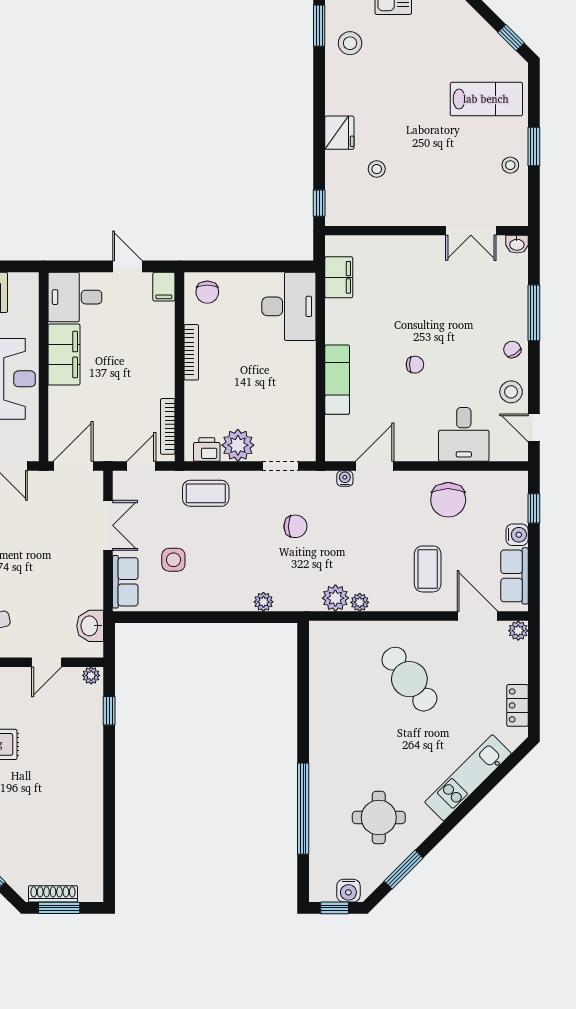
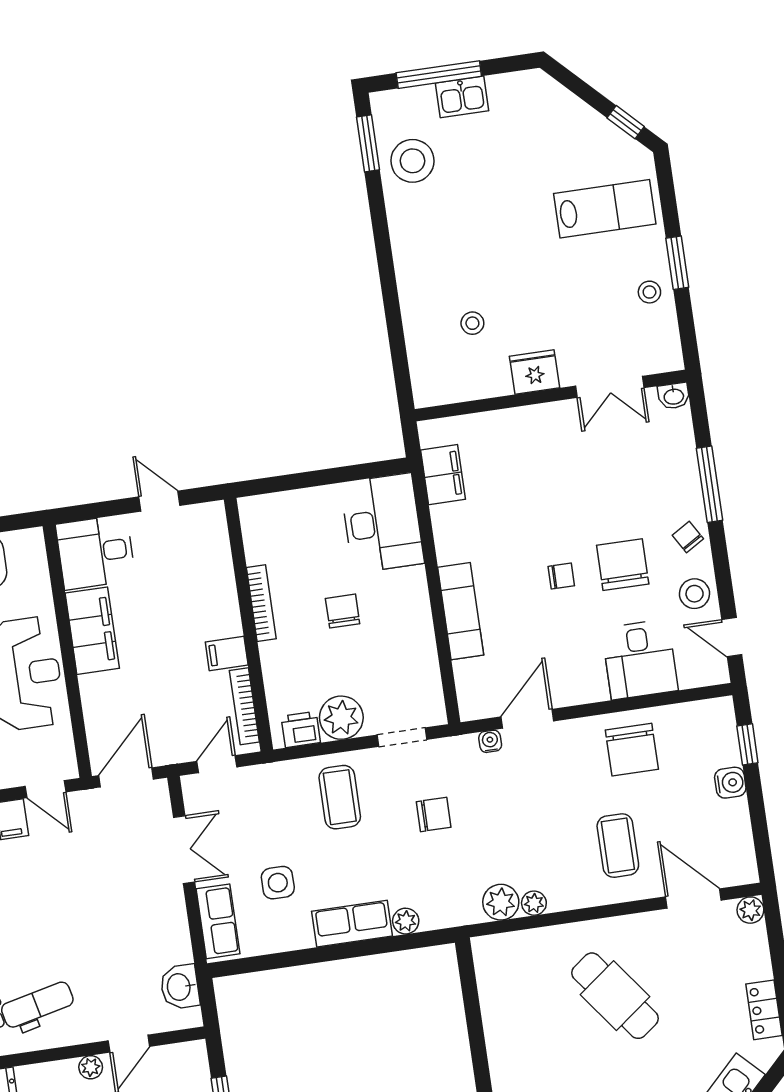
stool: (350, 43) -> (412, 161), width x1.38, depth x1.38
fridge: (339, 133) -> (534, 372), moved, turned -90
window: (319, 203) -> (403, 380), removed
filing cabinet: (164, 287) -> (227, 654), moved, turned 90
chair: (207, 292) -> (343, 611), moved, turned 180
chair: (461, 363) -> (623, 565), added
coffee table: (206, 493) -> (340, 797), moved, turned 90
row of seats: (515, 576) -> (352, 924), moved, turned 90
plant: (91, 675) -> (91, 1067), moved

